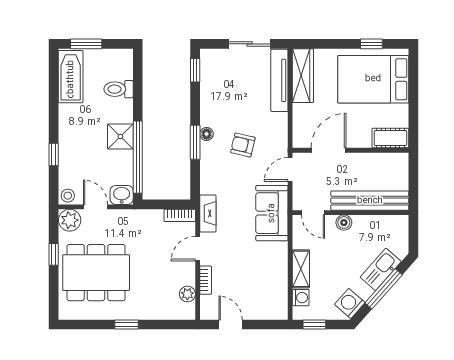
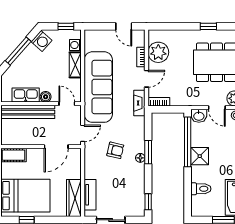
tv unit: (279, 80) -> (90, 195), width x0.71
sofa: (272, 213) -> (98, 87), width x1.85, depth x1.27
kitchen sink: (381, 269) -> (26, 95), moved, turned -131
plant: (187, 294) -> (158, 52), width x1.88, depth x1.88
window: (126, 325) -> (208, 26), moved

